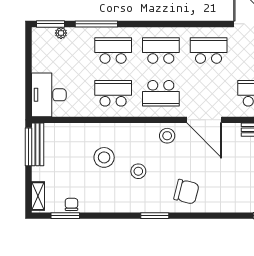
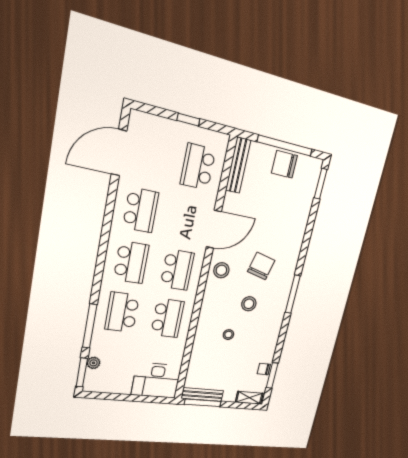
school desk: (161, 50) -> (131, 262), turned 180
school desk: (209, 50) -> (141, 210), turned 180
school desk: (113, 93) -> (167, 318), turned 180
stool: (104, 157) -> (228, 335), width x0.53, depth x0.53
chair: (186, 192) -> (261, 266), moved
window: (155, 216) -> (293, 294), width x1.44

